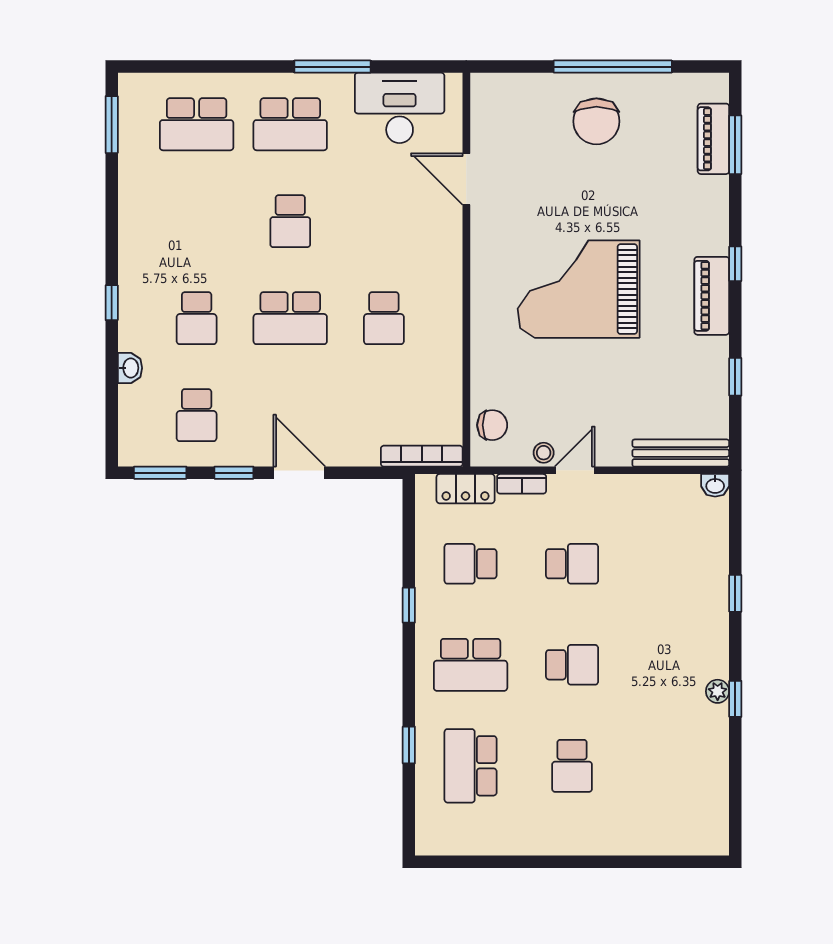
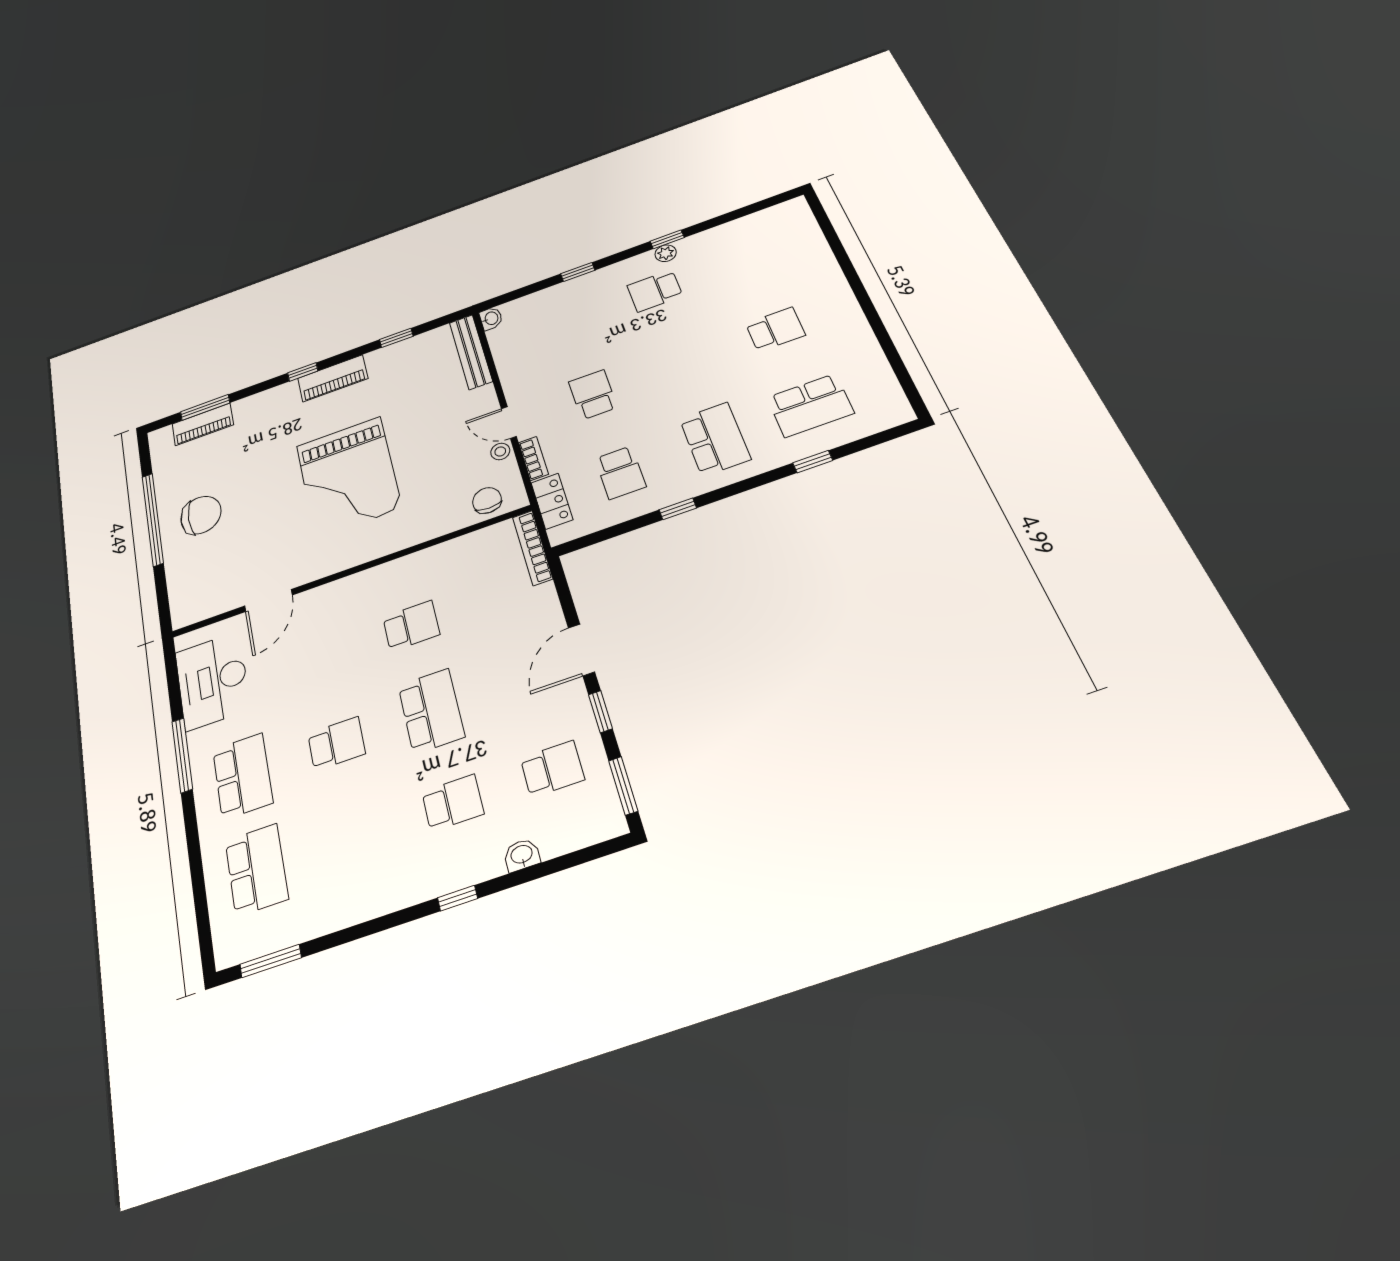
school desk: (572, 665) -> (655, 291), moved, turned -90

